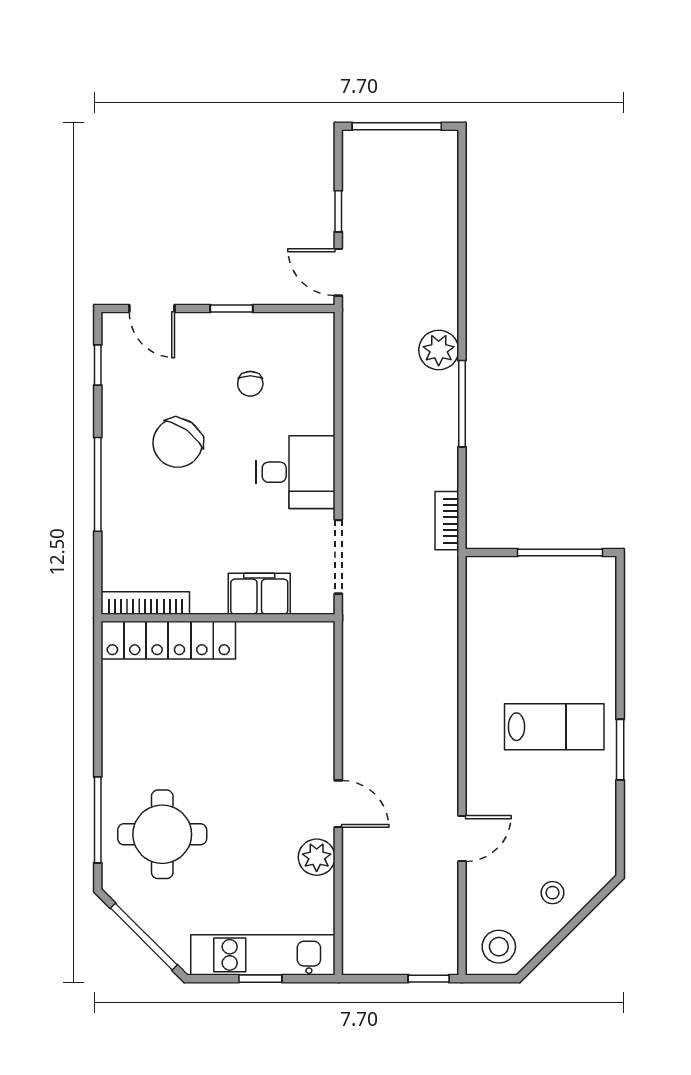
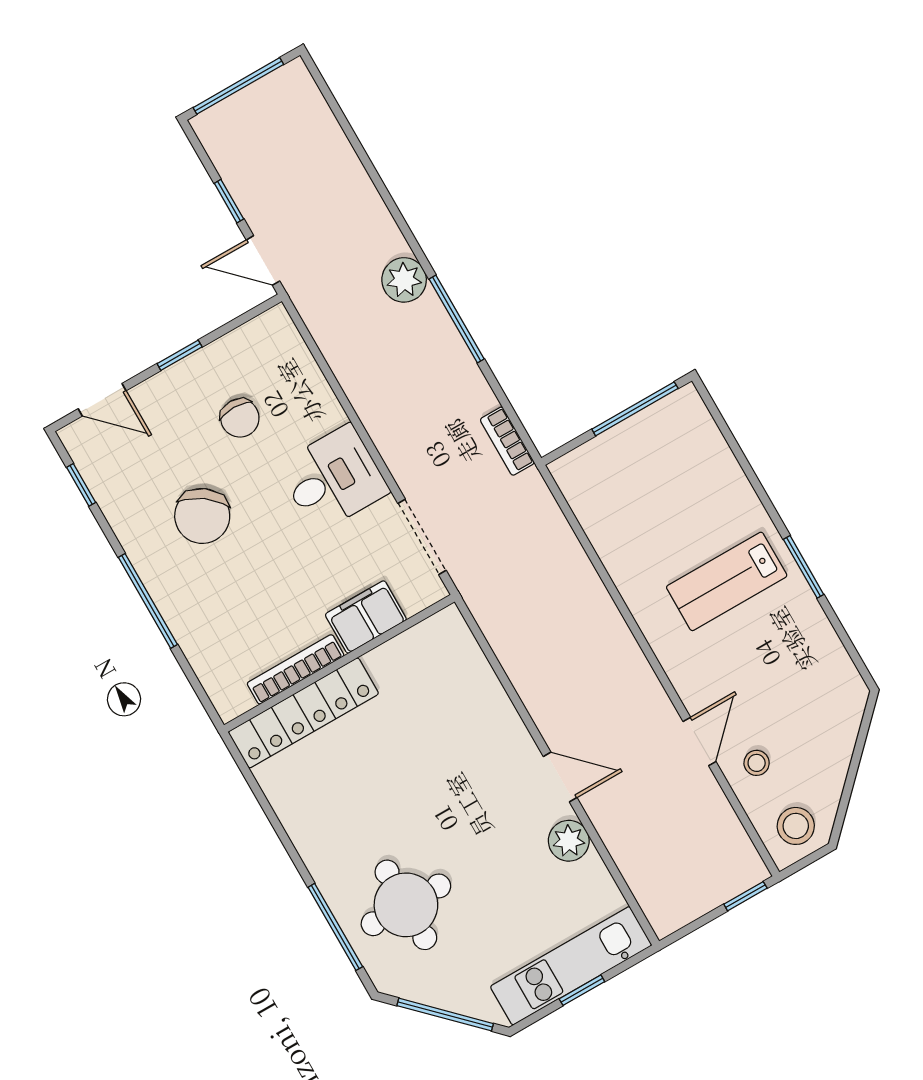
chair: (250, 384) -> (240, 418), width x1.37, depth x1.37
bookcase: (145, 603) -> (296, 669), moved
lab bench: (554, 727) -> (727, 581), turned 180
stool: (553, 893) -> (757, 763), moved

